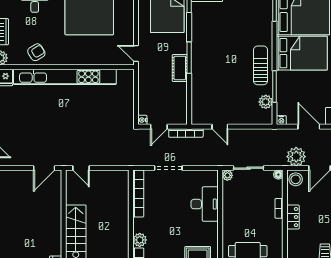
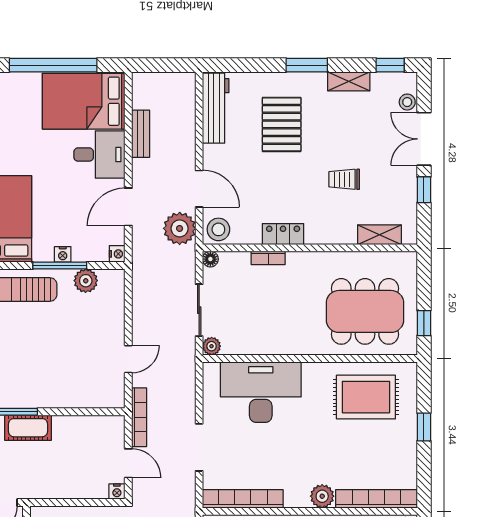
nightstand: (281, 88) -> (63, 254), added
desk: (205, 204) -> (261, 392), width x1.36, depth x1.30

